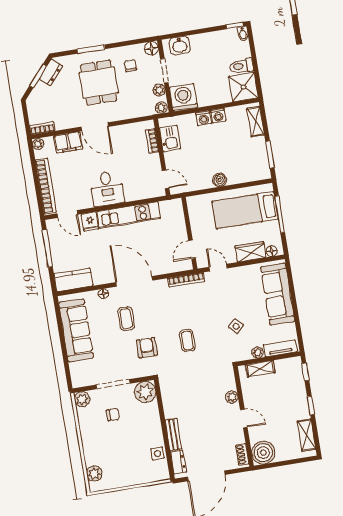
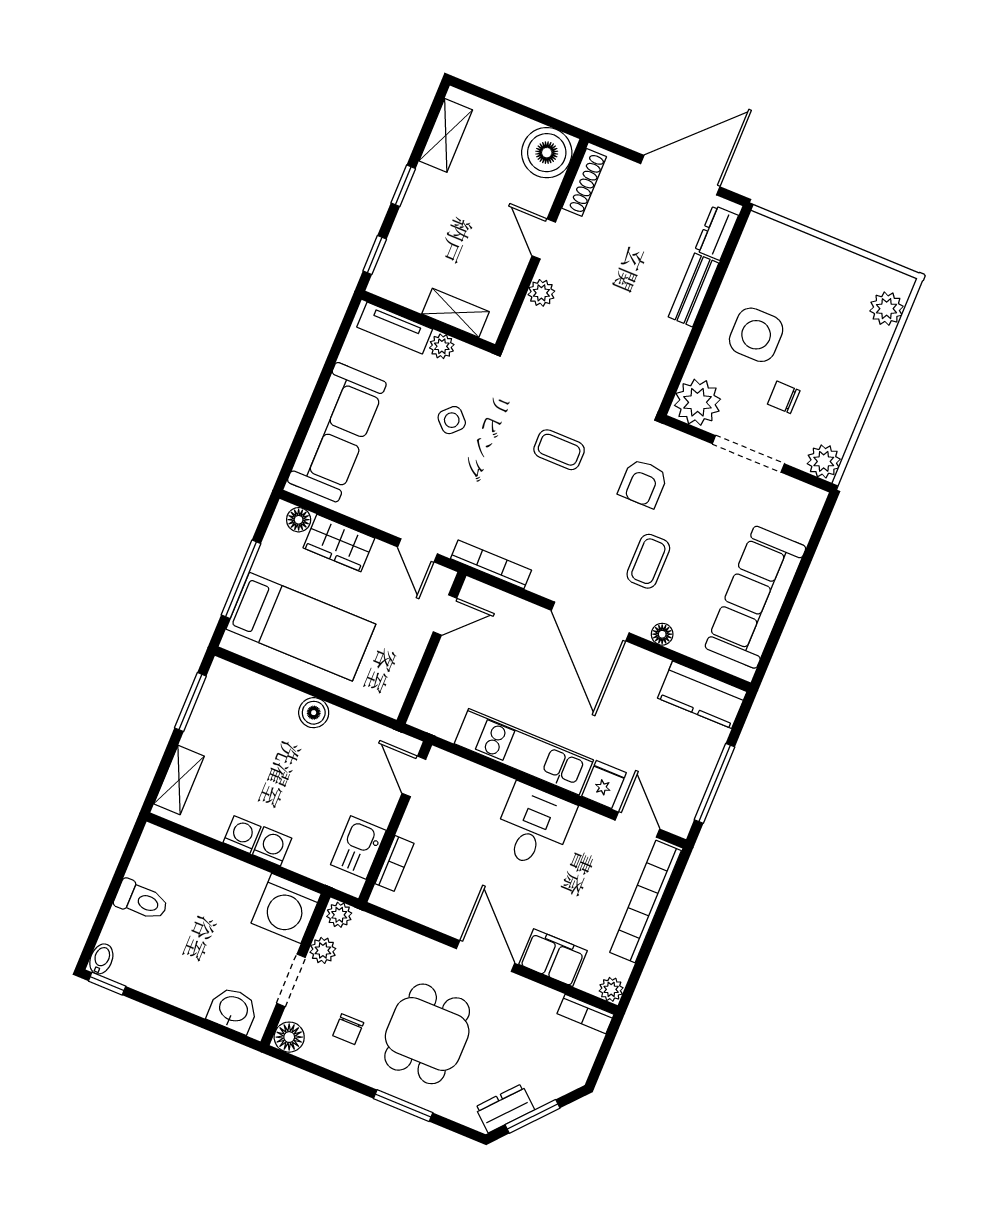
shower: (243, 87) -> (162, 859), removed
coffee table: (187, 341) -> (559, 450), turned 90
side table: (157, 453) -> (756, 335), moved, width x1.87, depth x1.87
shoe rack: (242, 454) -> (584, 182), width x1.43

